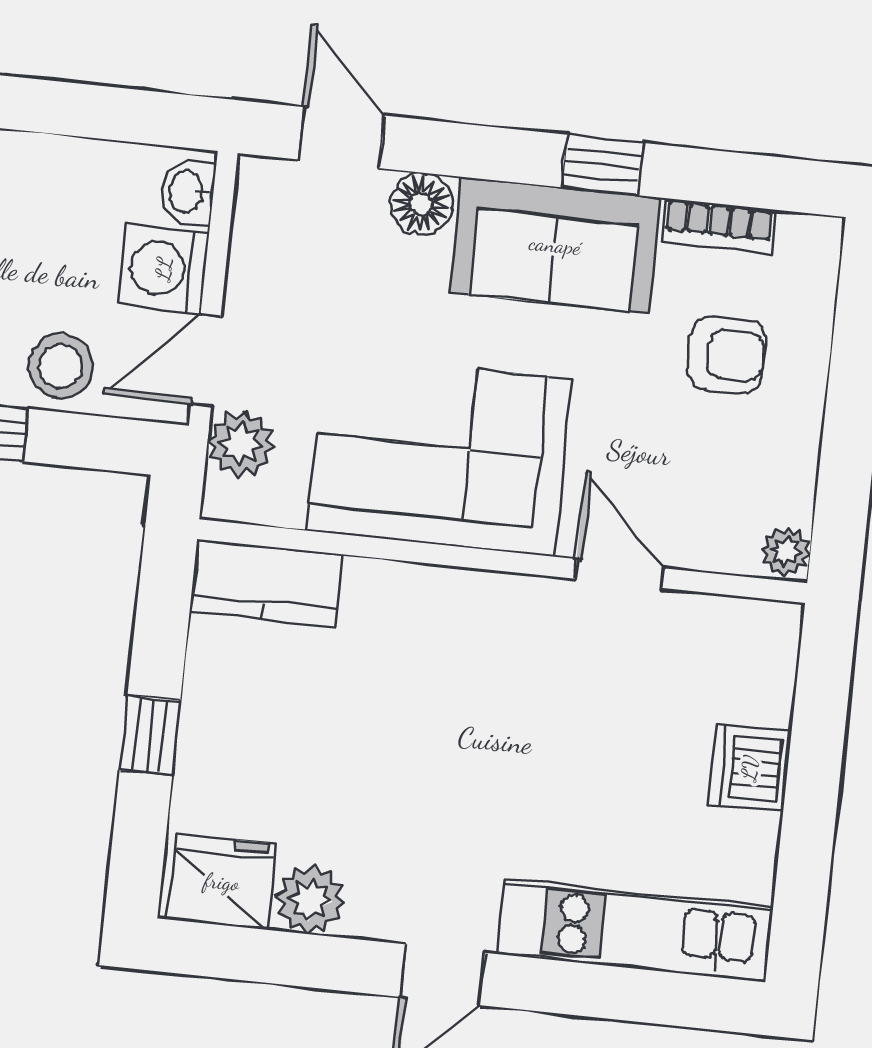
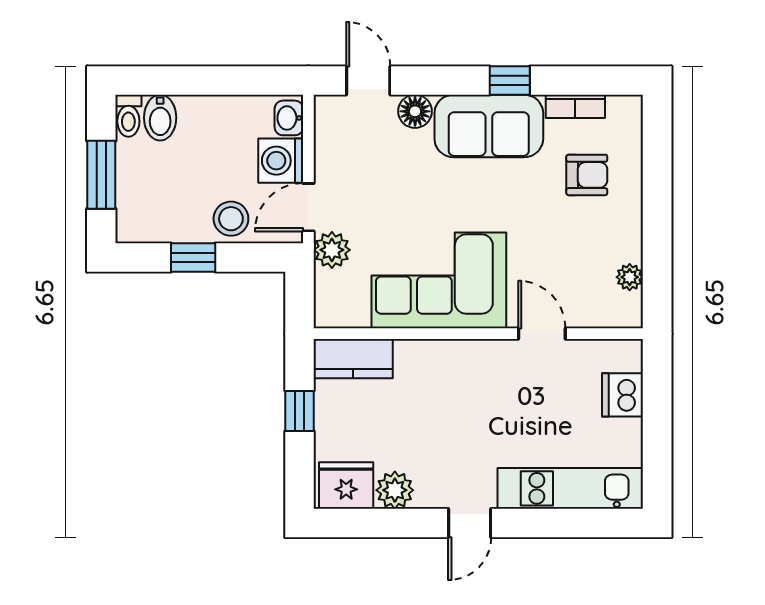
corner sofa: (440, 455) -> (439, 280), moved
wall: (502, 561) -> (478, 334), moved
door: (619, 573) -> (542, 334), moved
kitchen counter: (266, 583) -> (353, 359), moved

